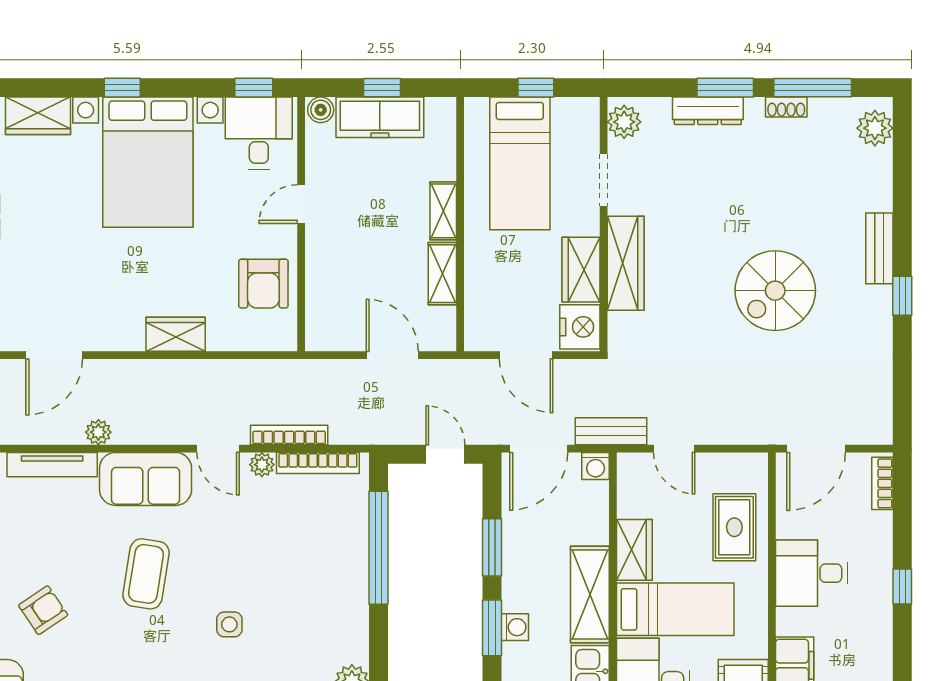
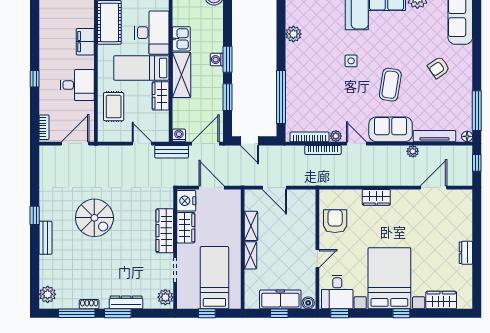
spiral stairs: (775, 291) -> (94, 218), turned 90

